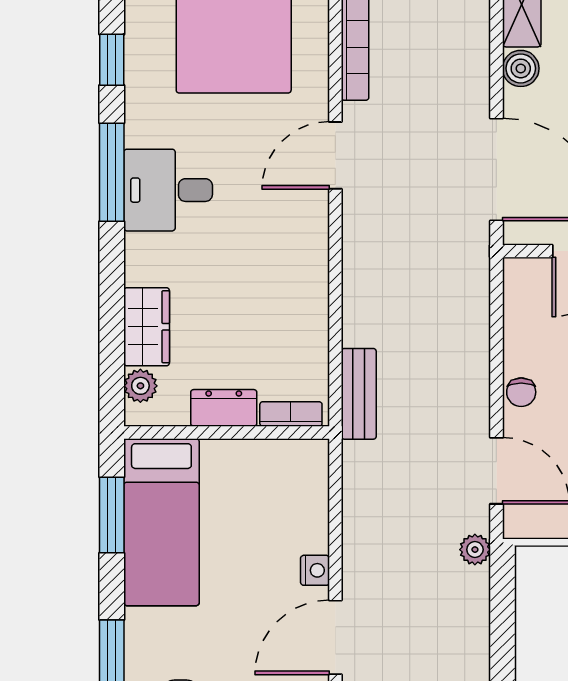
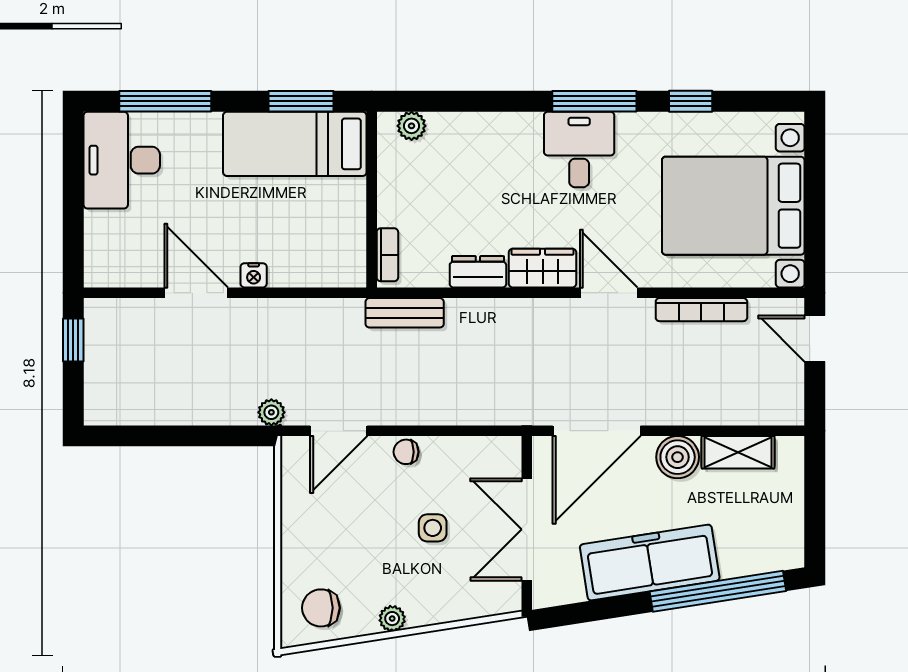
boiler: (521, 68) -> (678, 457), width x1.36, depth x1.36
wardrobe: (147, 327) -> (543, 268), moved, turned 180
dresser: (224, 408) -> (478, 272), moved, turned -90

